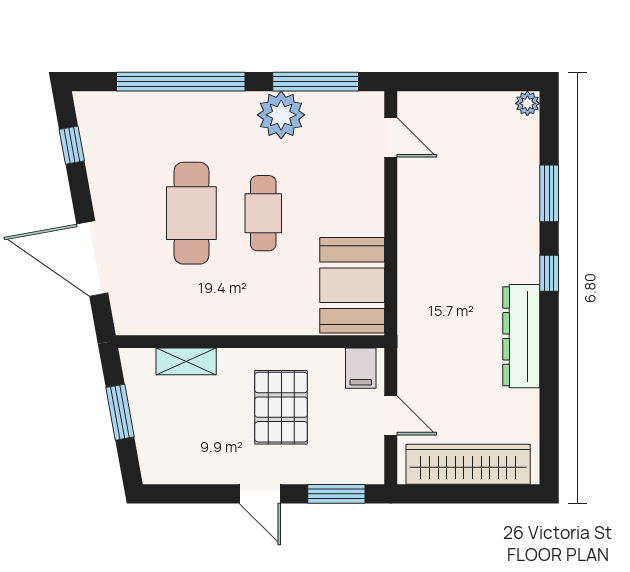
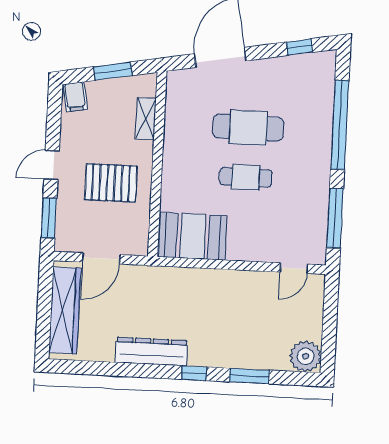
plant: (527, 103) -> (305, 356), width x1.87, depth x1.87
plant: (281, 115) -> (313, 193), removed
filing cabinet: (361, 368) -> (75, 97), moved, turned -100
door: (391, 415) -> (101, 258), width x1.38

